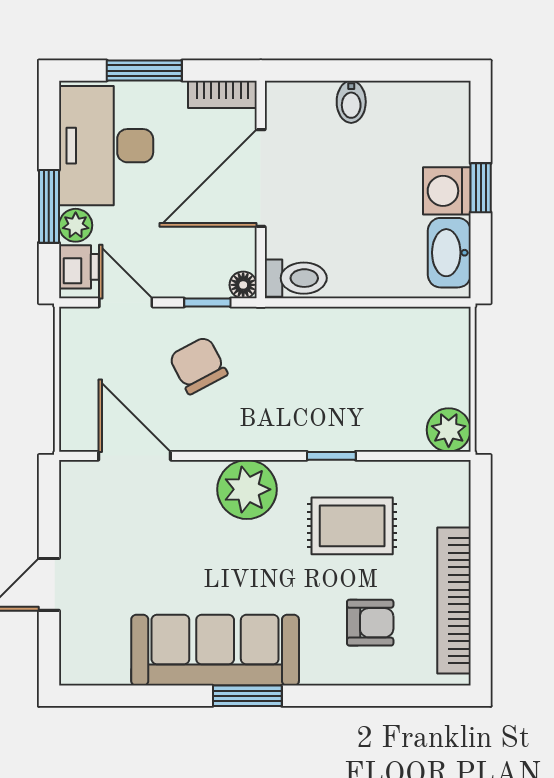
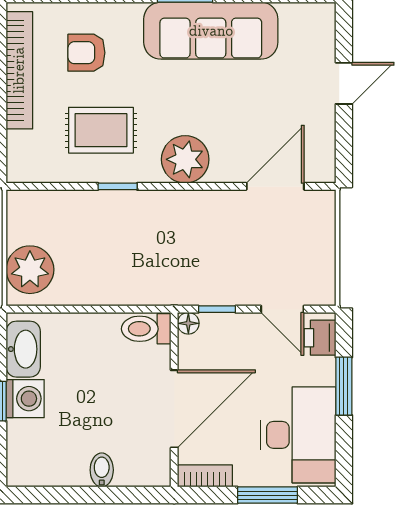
plant: (76, 225) -> (323, 371), removed
chair: (198, 365) -> (224, 259), removed
plant: (449, 430) -> (30, 270), moved, width x1.36, depth x1.36
door: (135, 456) -> (275, 186), swing flipped

